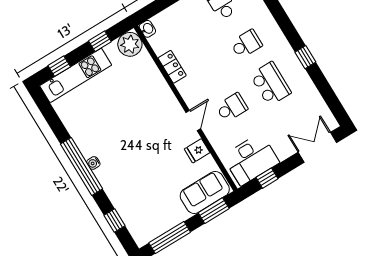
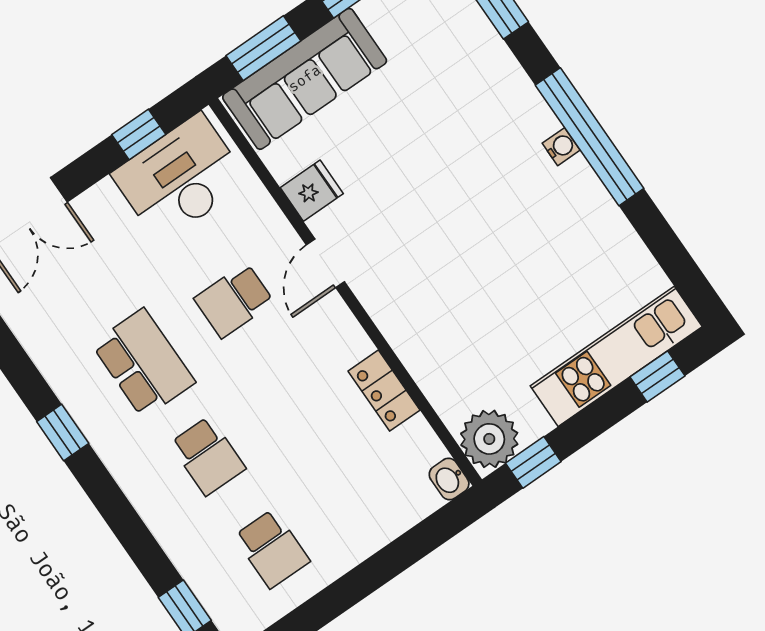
window: (100, 41) -> (533, 462), moved
school desk: (246, 44) -> (208, 456), turned -90
school desk: (271, 84) -> (143, 363), turned 180
sofa: (205, 193) -> (305, 79), width x1.36

